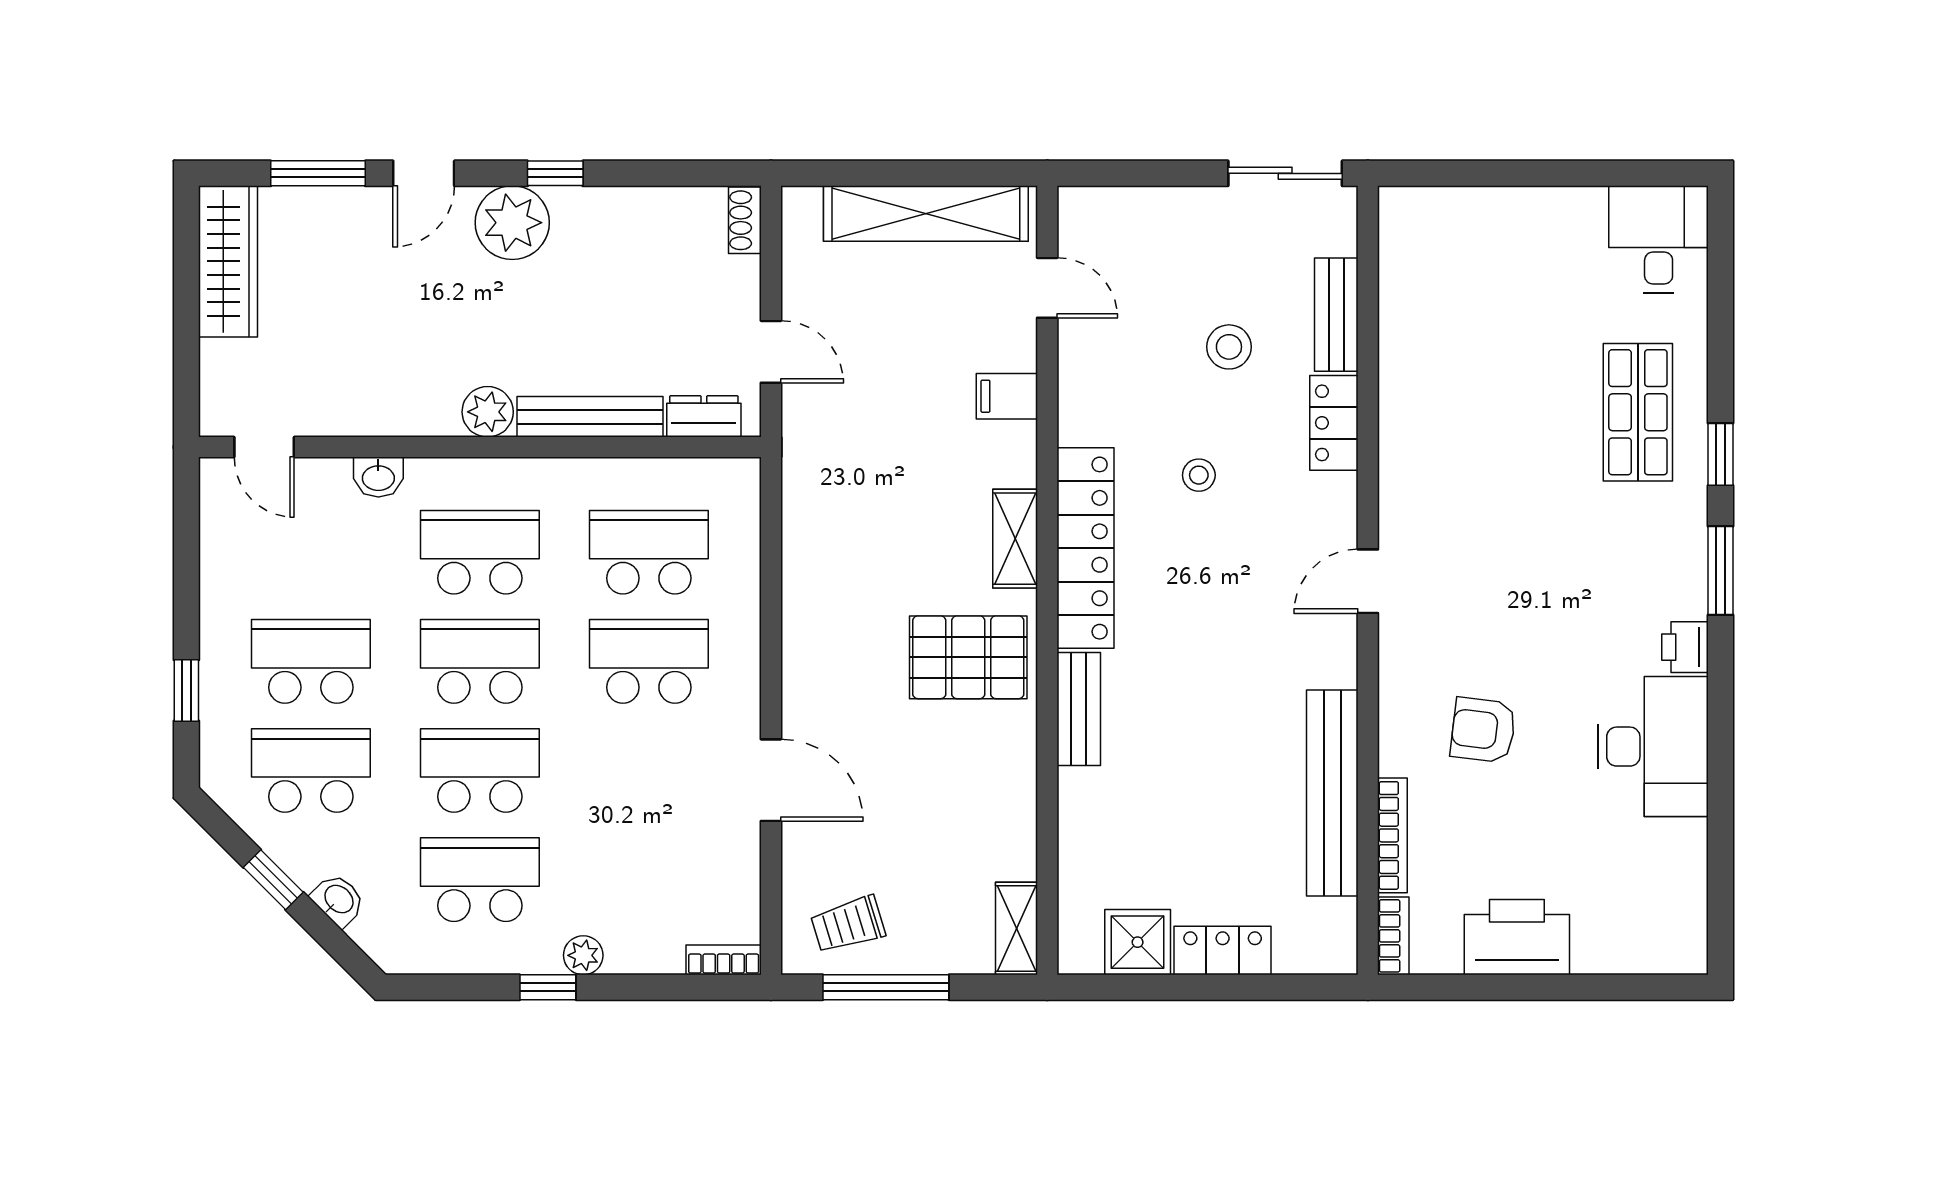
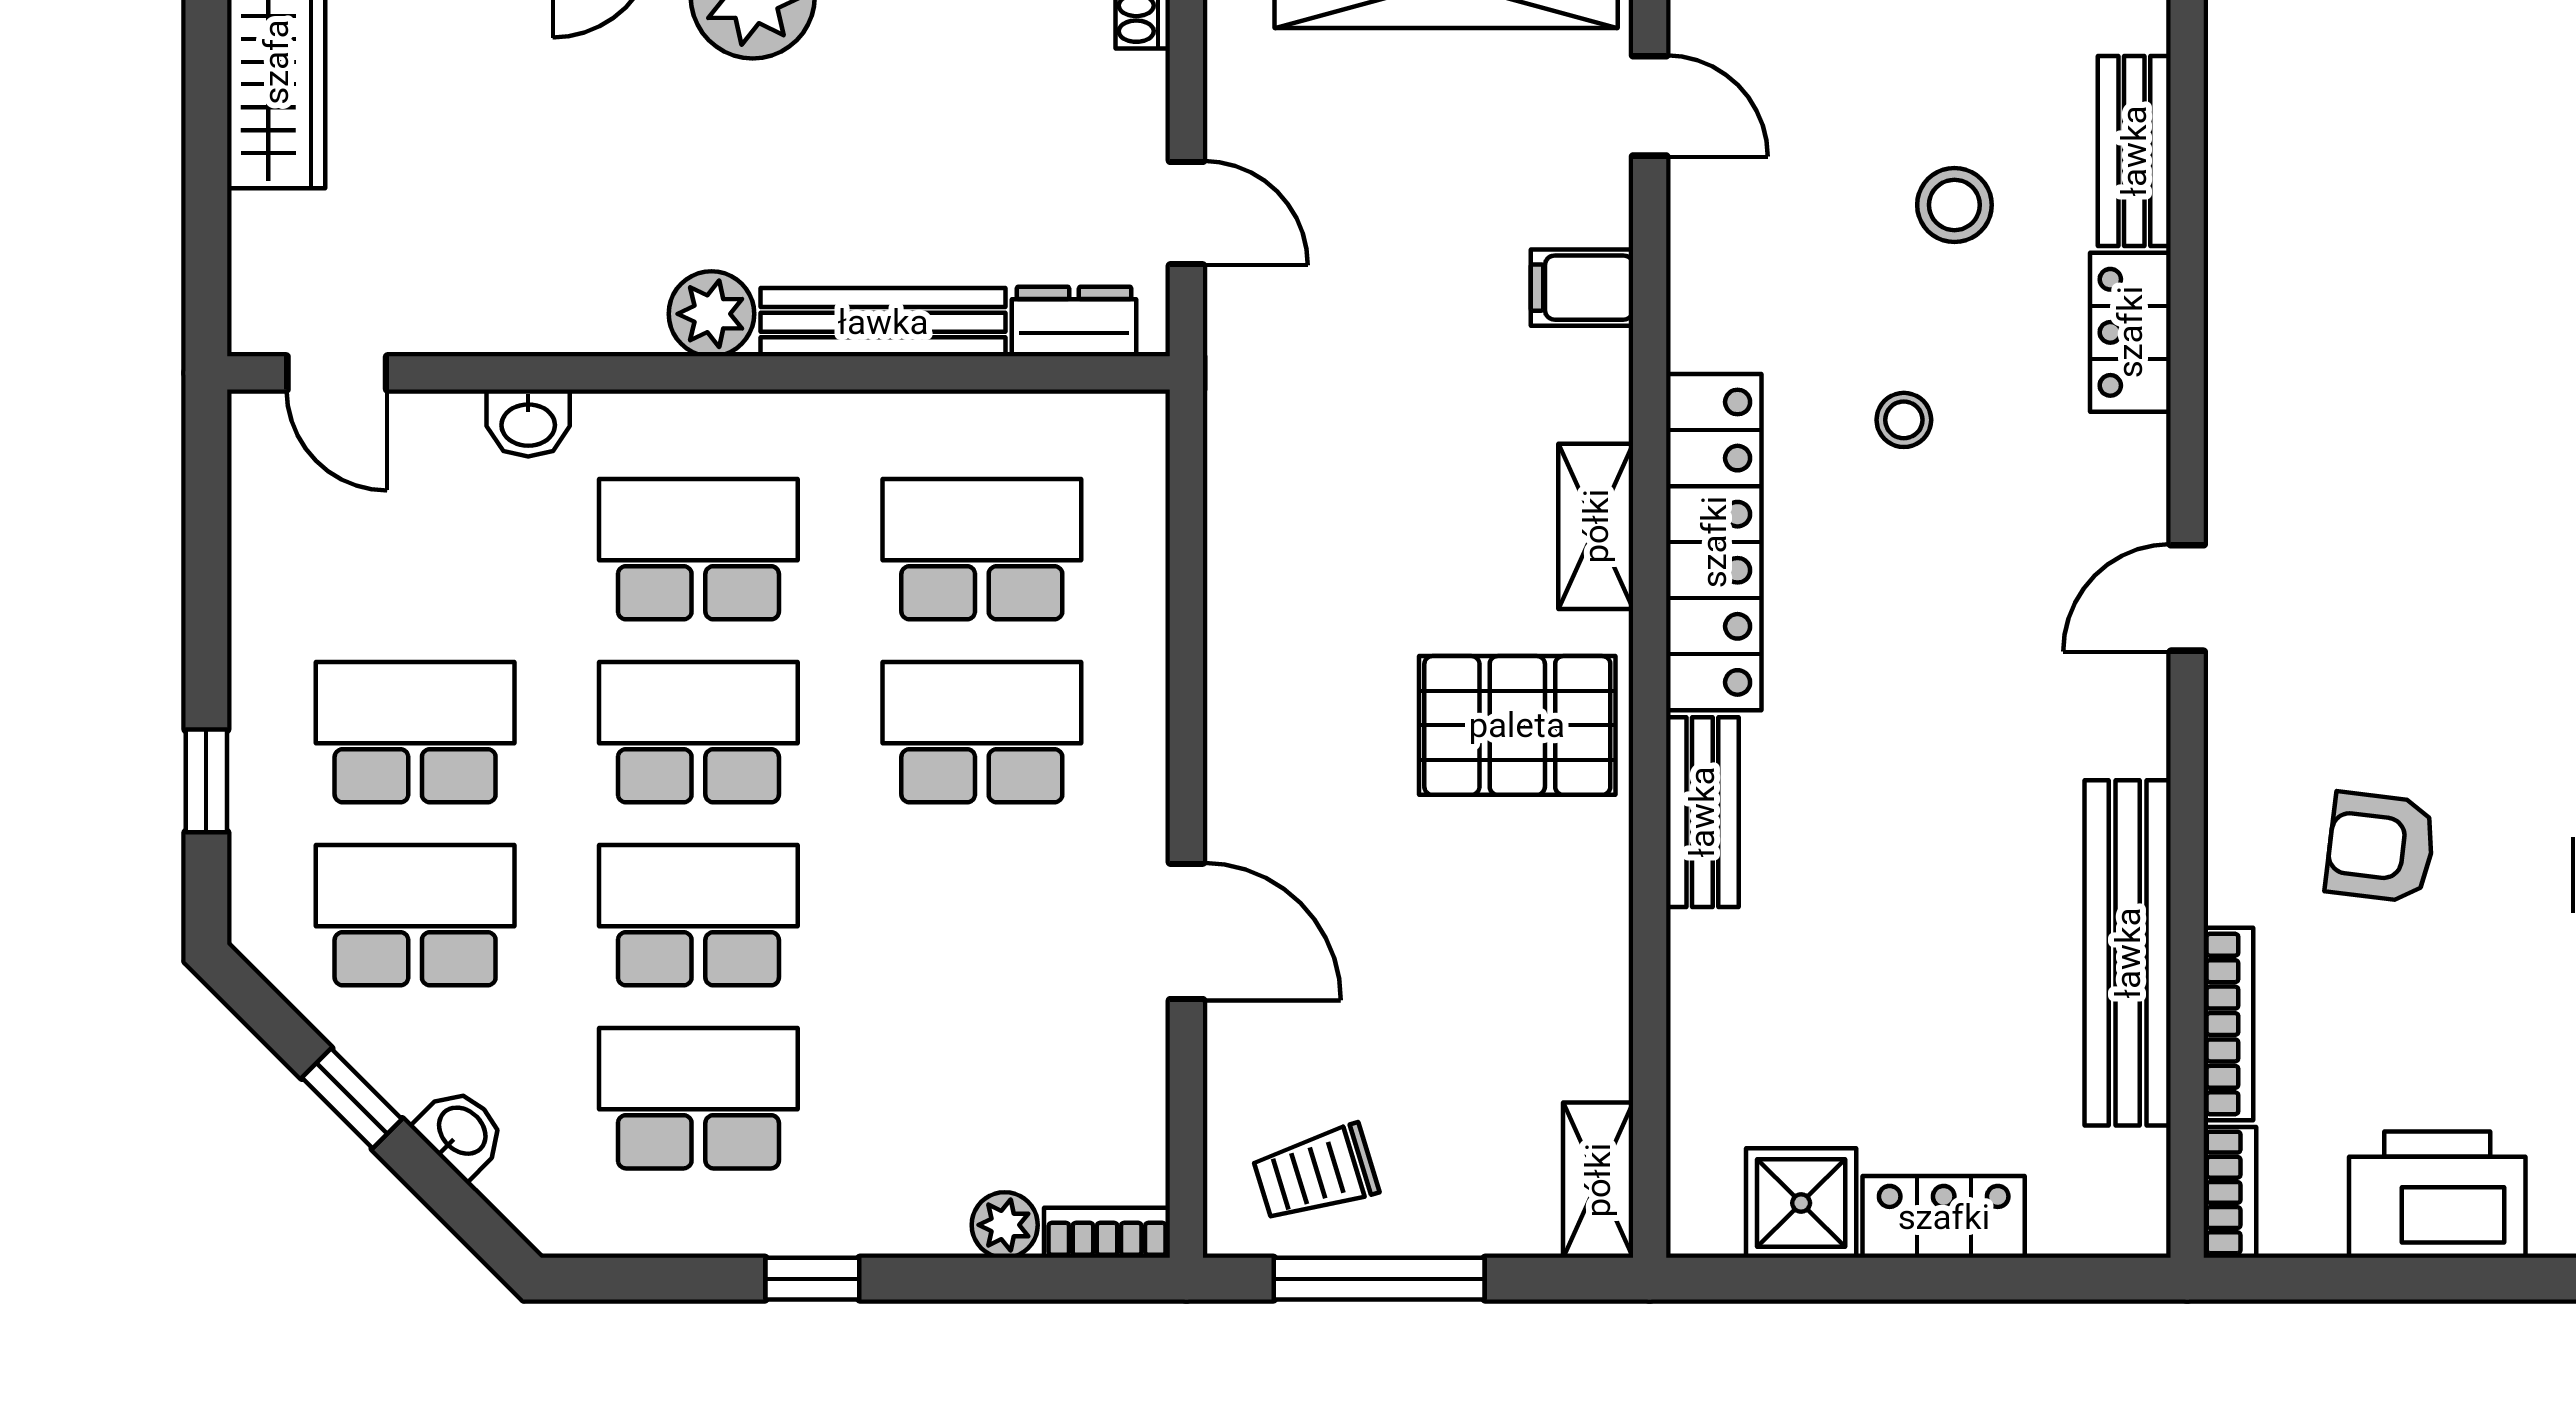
plant: (583, 955) -> (1005, 1225), moved

